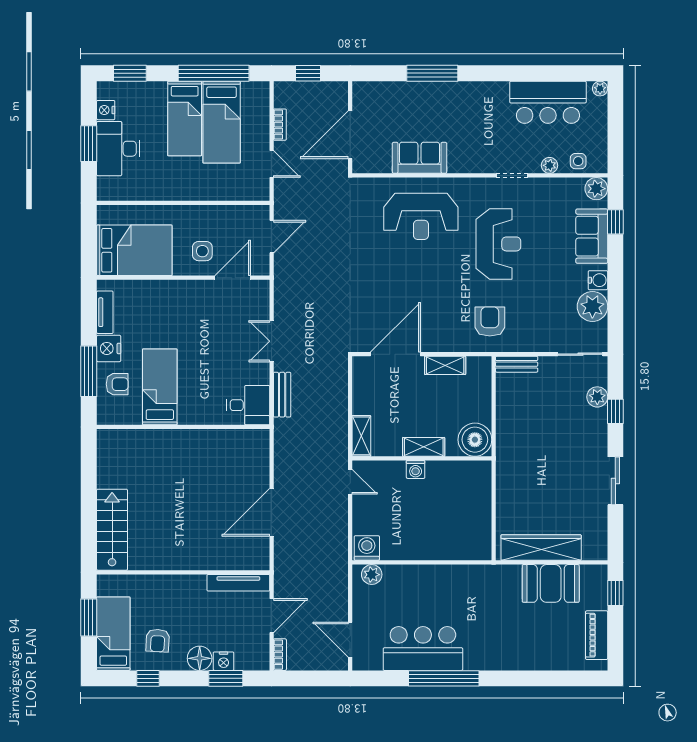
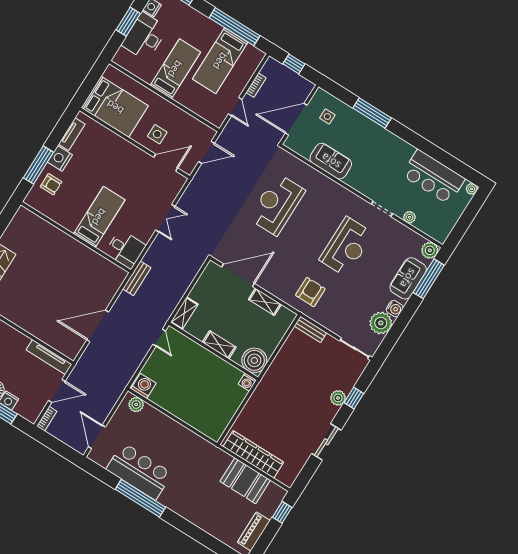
bed: (185, 118) -> (175, 69), moved, turned 180
side table: (578, 161) -> (327, 117), moved
reception desk: (421, 216) -> (277, 204), moved, turned 90
window: (615, 222) -> (429, 279), width x2.17
double door: (272, 341) -> (165, 218), swing flipped
bed: (160, 387) -> (99, 217), moved
bench: (282, 395) -> (137, 278), moved
plant: (597, 397) -> (338, 398), moved
washing machine: (416, 469) -> (247, 382), moved

